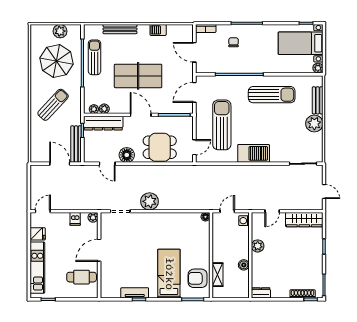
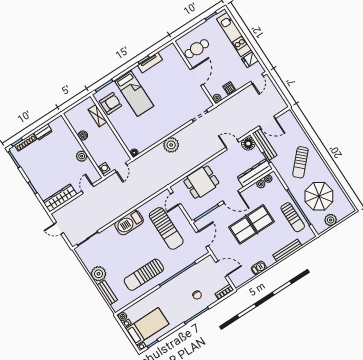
floor lamp: (127, 155) -> (248, 144), moved
plant: (149, 201) -> (171, 145), moved
dresser: (261, 293) -> (43, 132), moved

